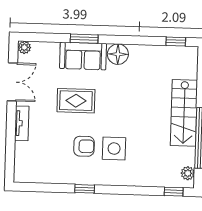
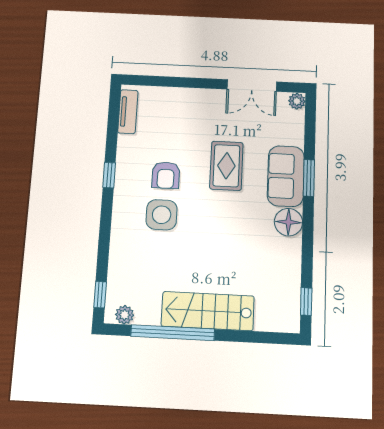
tv unit: (22, 123) -> (128, 112), moved, turned -90

